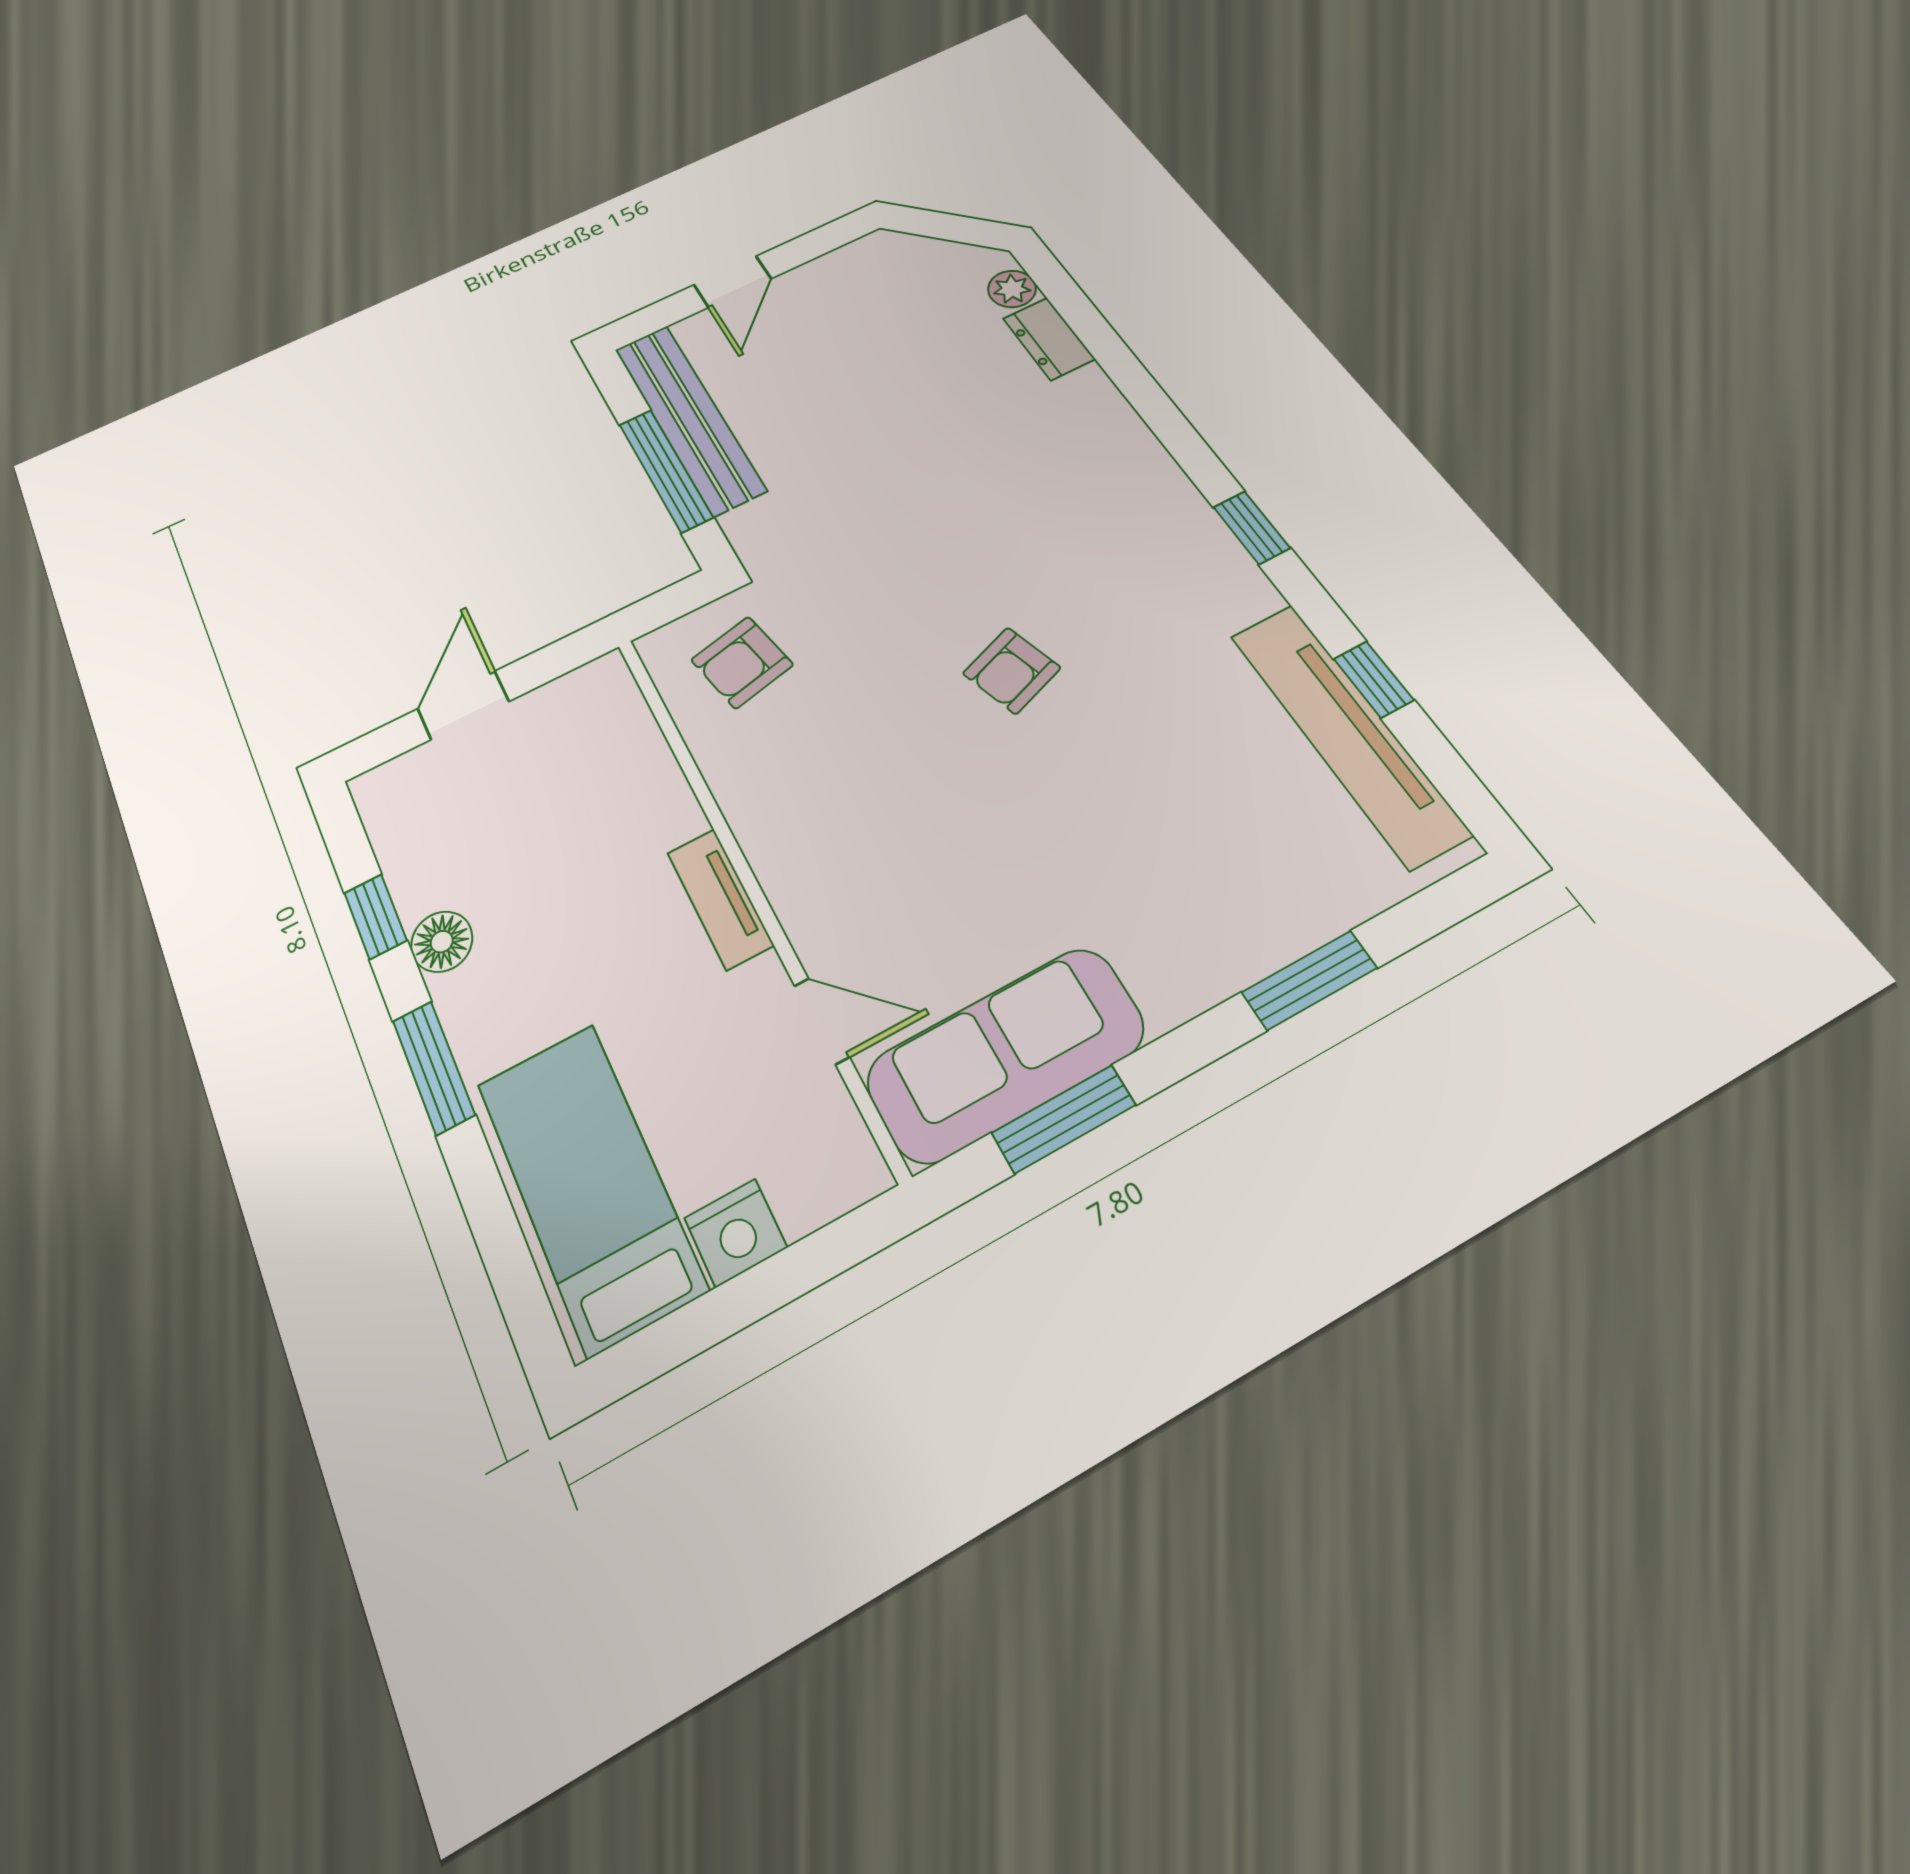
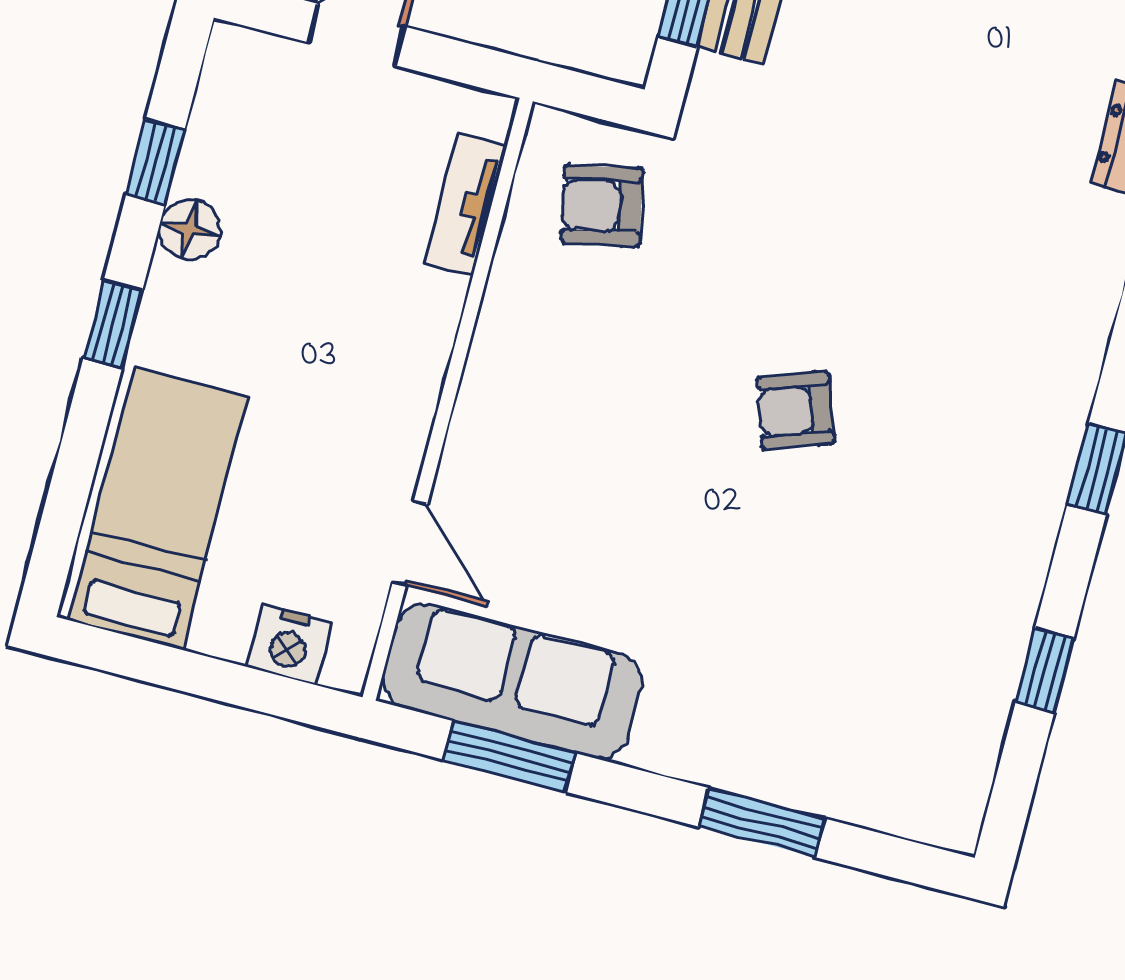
tv unit: (1348, 733) -> (981, 690), removed
tv unit: (720, 899) -> (465, 204), moved
window: (434, 1067) -> (113, 324), width x0.67
nightstand: (736, 1233) -> (289, 645), moved

